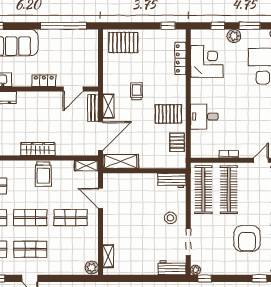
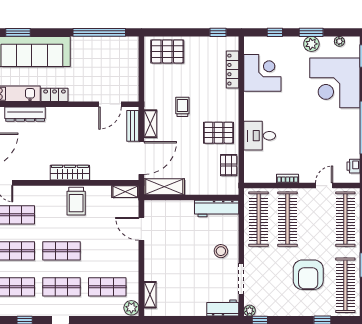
plant: (234, 36) -> (311, 44), moved
locker: (44, 81) -> (55, 95), moved
workbench: (172, 180) -> (217, 209), width x1.38
shop shelf: (71, 218) -> (107, 287), moved

